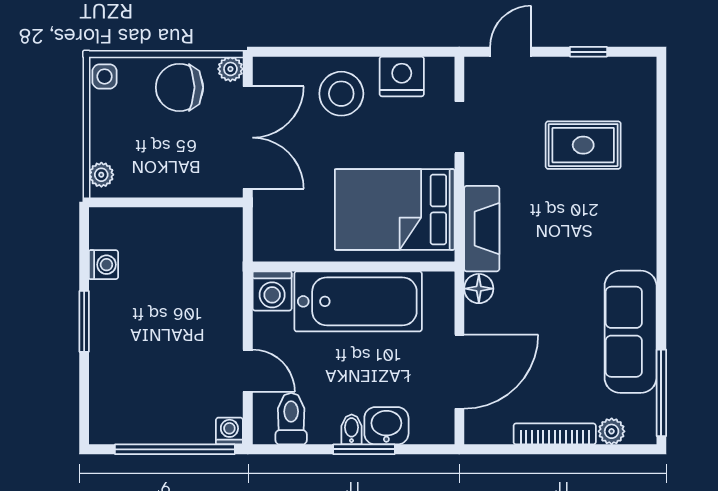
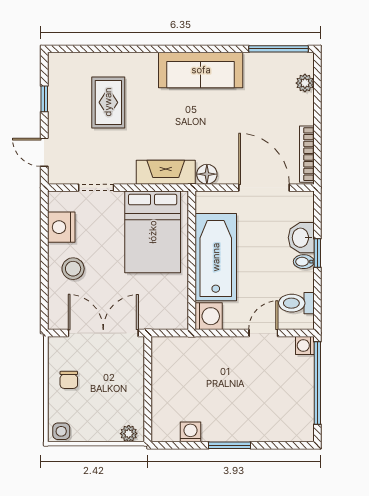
plant: (230, 69) -> (56, 345), removed
chair: (179, 87) -> (69, 380), width x0.54, depth x0.54
stool: (341, 94) -> (73, 269), width x0.73, depth x0.73
sofa: (631, 332) -> (201, 70), moved
bookcase: (555, 434) -> (307, 154), moved
window: (364, 449) -> (317, 253), width x0.67

